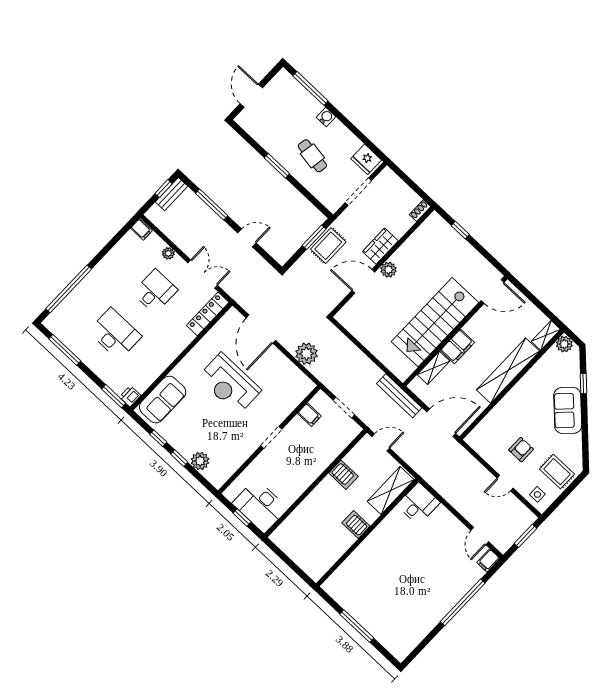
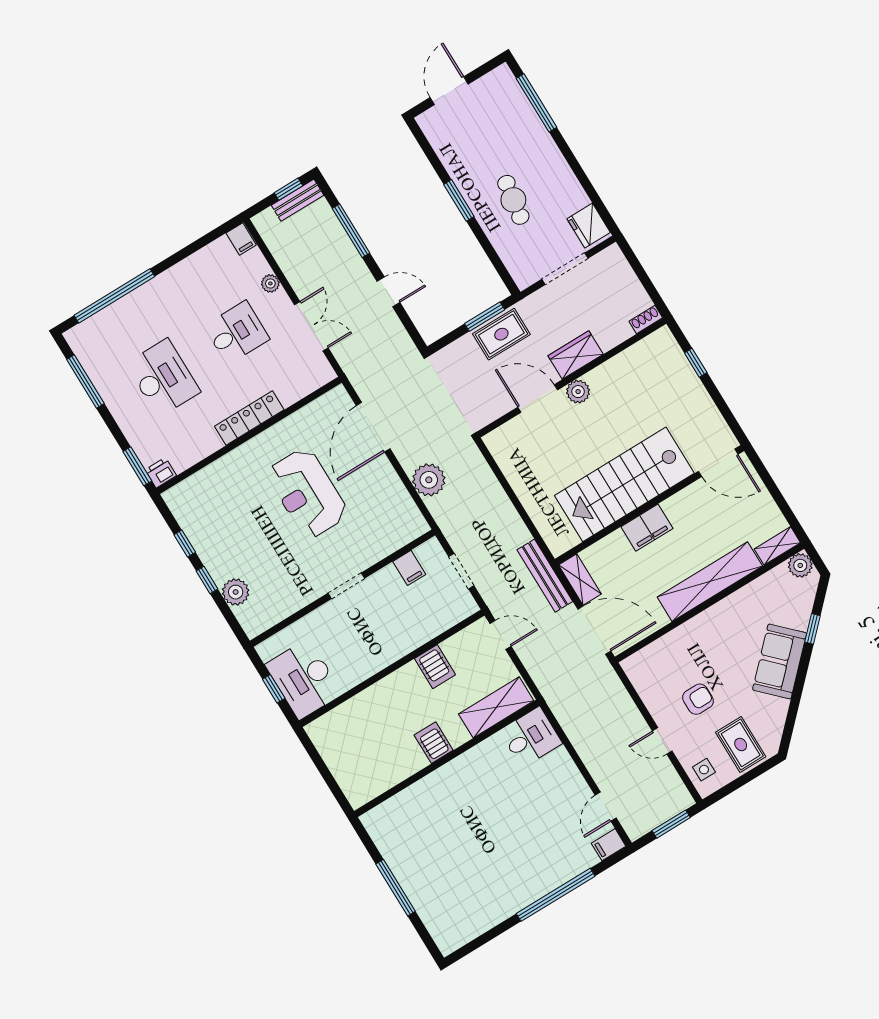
water cooler: (326, 117) -> (548, 150), removed
locker: (208, 314) -> (249, 418), moved
shelving: (434, 368) -> (580, 579), moved, turned 90
sofa: (163, 400) -> (206, 490), removed

